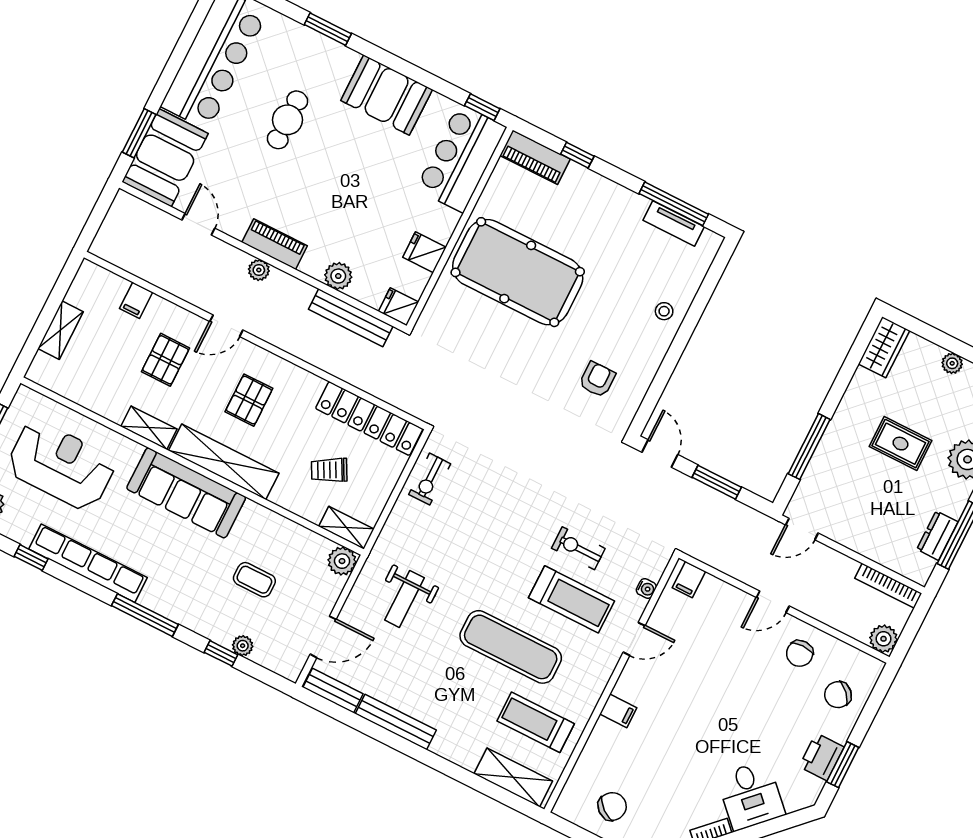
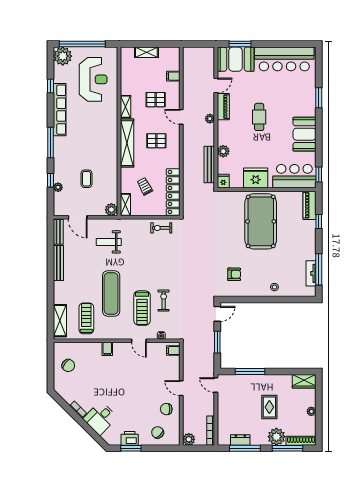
cafe table: (287, 120) -> (259, 117), moved, turned 90
piano: (275, 244) -> (223, 107), moved
fridge: (425, 252) -> (256, 178), width x1.88, depth x1.34
sofa: (186, 493) -> (107, 134), removed

